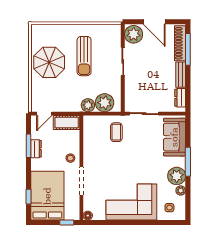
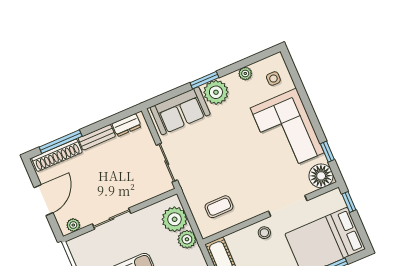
plant: (134, 34) -> (73, 225), width x0.53, depth x0.53
coffee table: (116, 132) -> (219, 207), moved
window: (188, 162) -> (204, 80), width x0.69
plant: (177, 176) -> (216, 92), moved
floor lamp: (88, 216) -> (321, 176), width x1.89, depth x1.89
window: (106, 223) -> (327, 152), added

